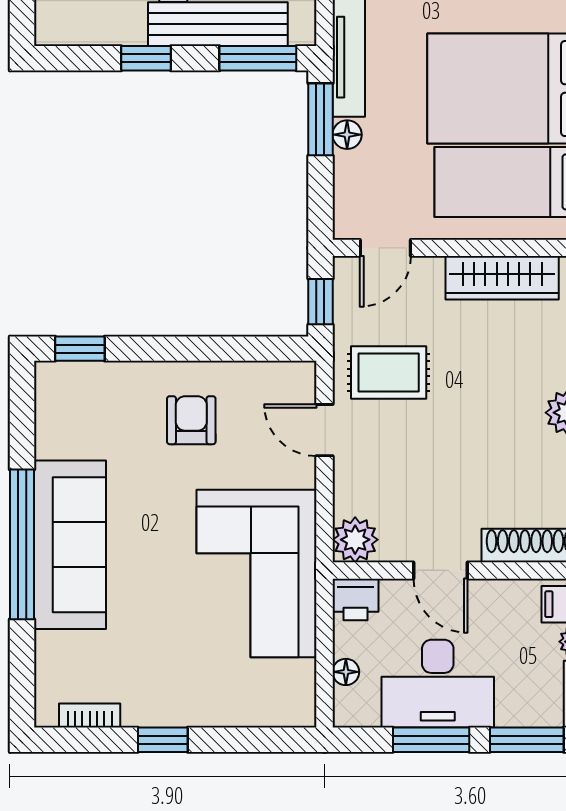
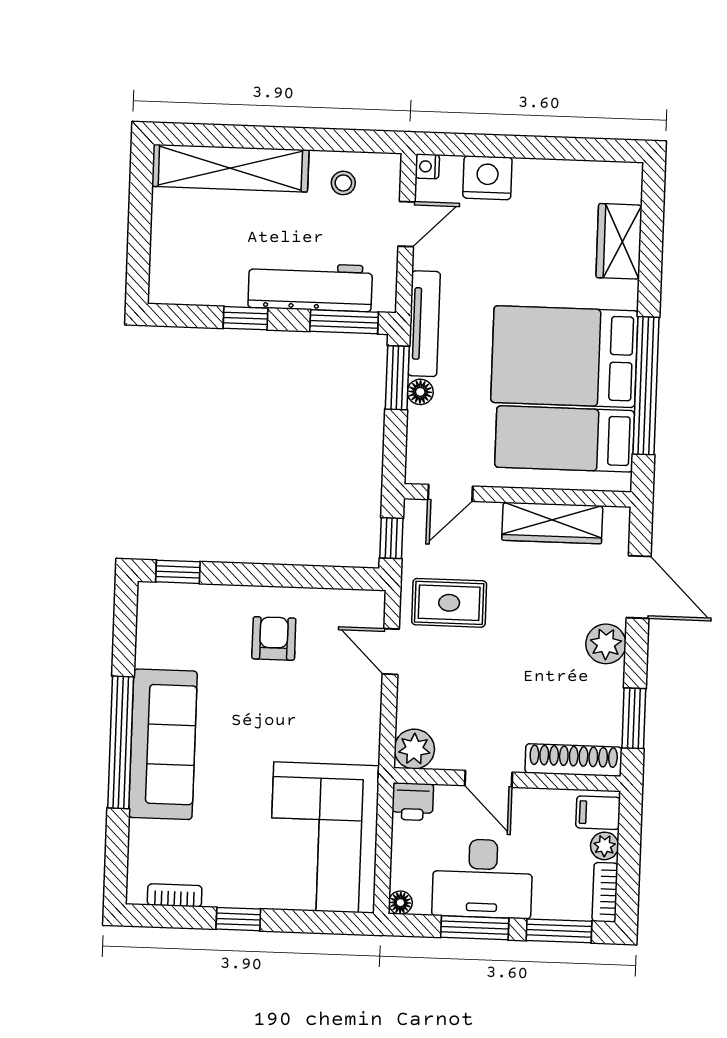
corner sofa: (257, 573) -> (324, 838), moved
floor lamp: (346, 672) -> (400, 903), moved

